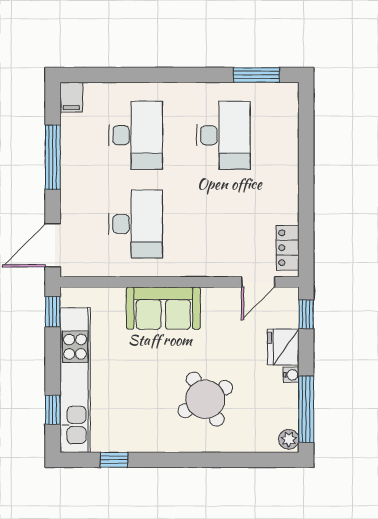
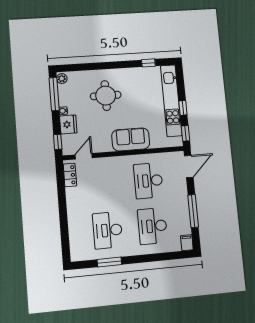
window: (257, 75) -> (109, 262), moved
round table: (205, 399) -> (106, 96), turned 30
window: (53, 410) -> (183, 108), moved

